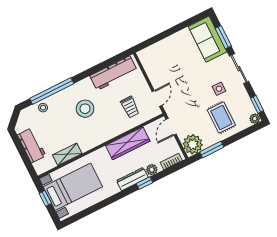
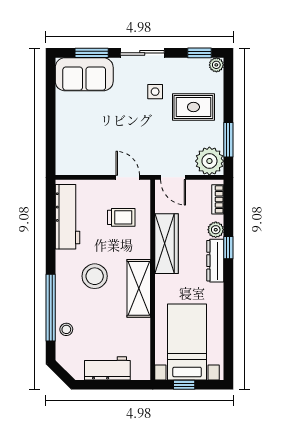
shelving: (67, 154) -> (139, 288), moved, width x1.50, depth x1.33

